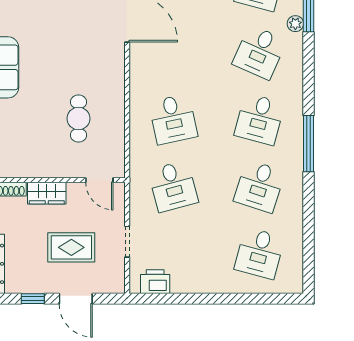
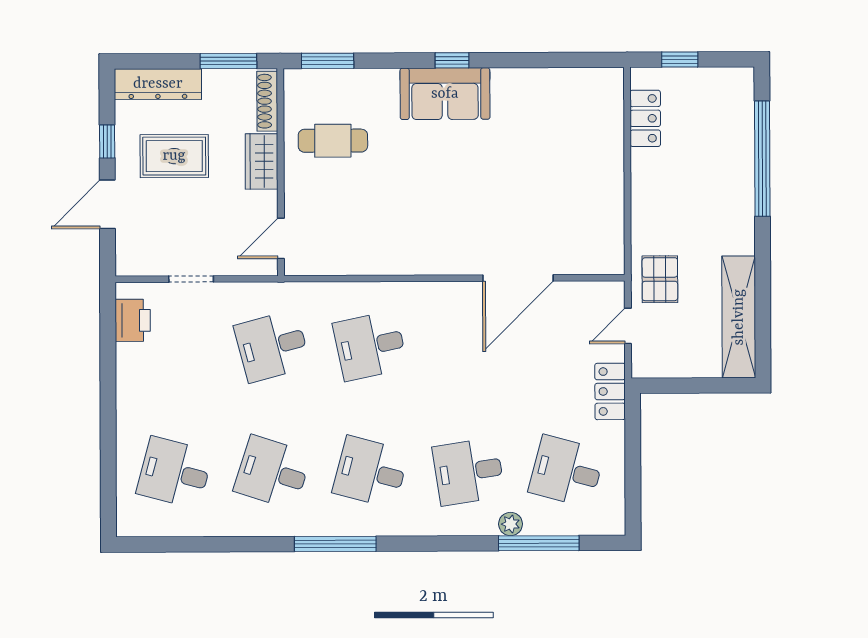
desk: (259, 52) -> (469, 472), turned -33
cafe table: (78, 119) -> (333, 141), moved
rug: (71, 247) -> (174, 156), moved, turned 90

